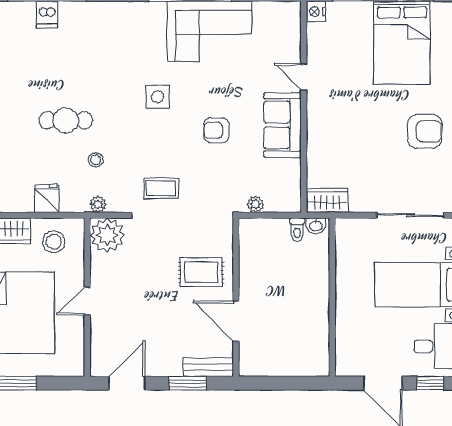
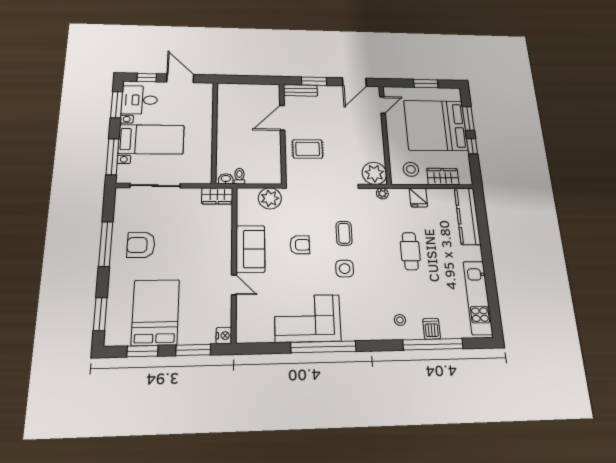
cafe table: (66, 120) -> (410, 251), turned 90
stool: (96, 160) -> (400, 320), moved
coffee table: (161, 188) -> (344, 233), moved, turned 90
plant: (256, 204) -> (270, 198), width x1.87, depth x1.87
door: (87, 301) -> (382, 105), moved
door: (236, 321) -> (282, 118), swing flipped

